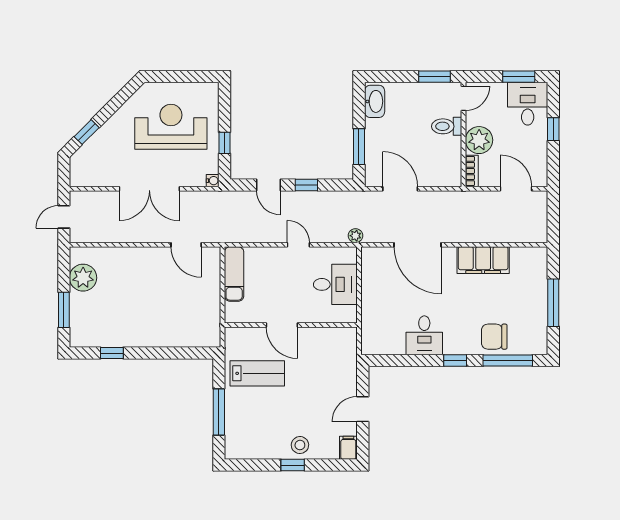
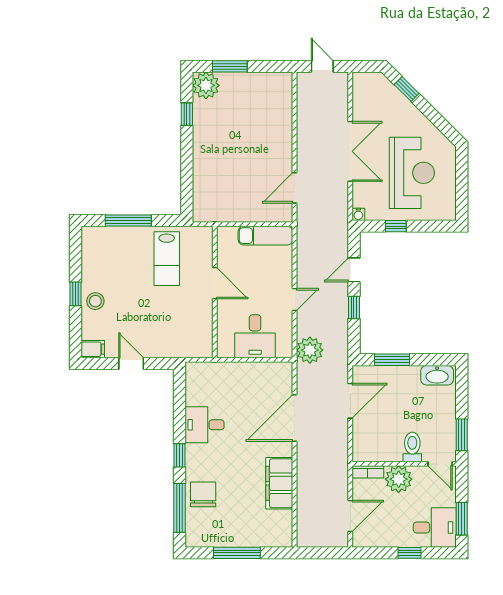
double door: (149, 189) -> (350, 151), swing flipped
plant: (355, 236) -> (310, 350), width x1.87, depth x1.87
plant: (83, 278) -> (206, 85), moved
door: (282, 325) -> (215, 283), swing flipped

